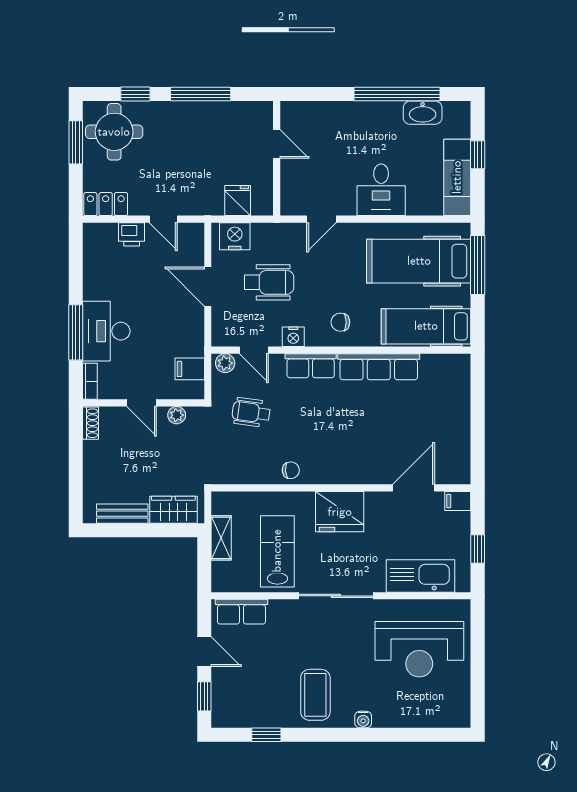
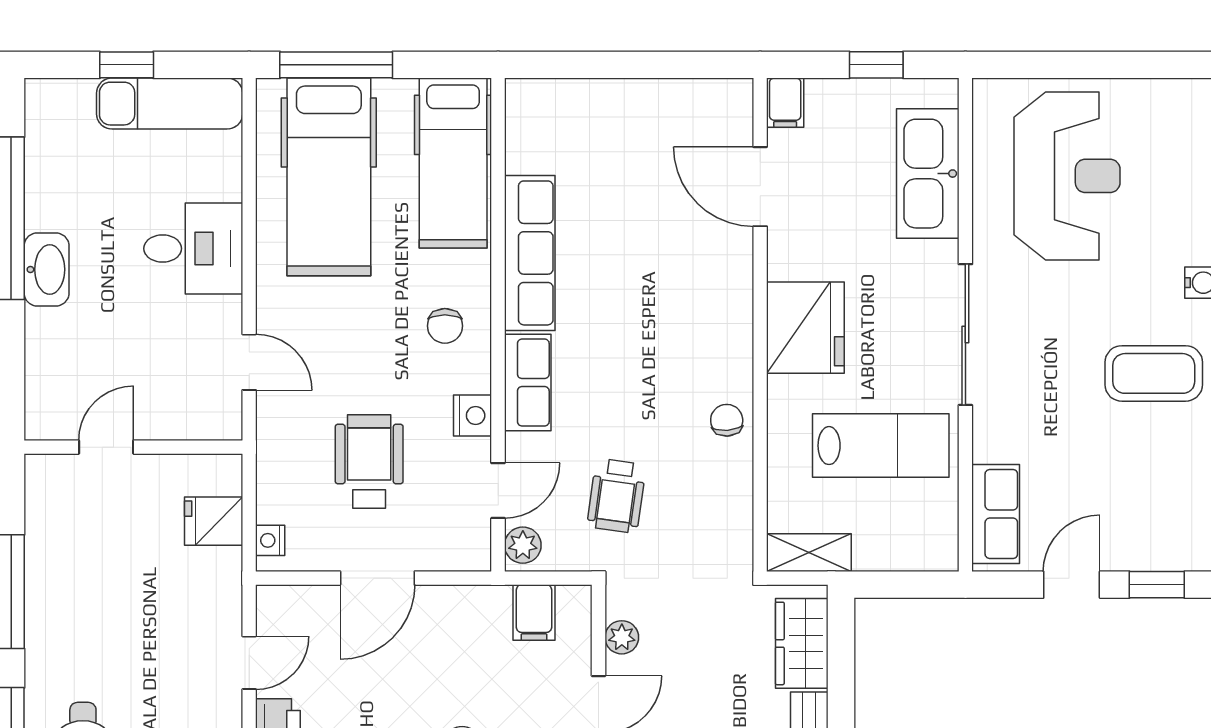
washbasin: (423, 113) -> (47, 269), moved
nightstand: (235, 236) -> (270, 540), width x0.53, depth x0.56
shelving: (221, 538) -> (809, 553), moved
lab bench: (277, 551) -> (881, 446), turned 180

